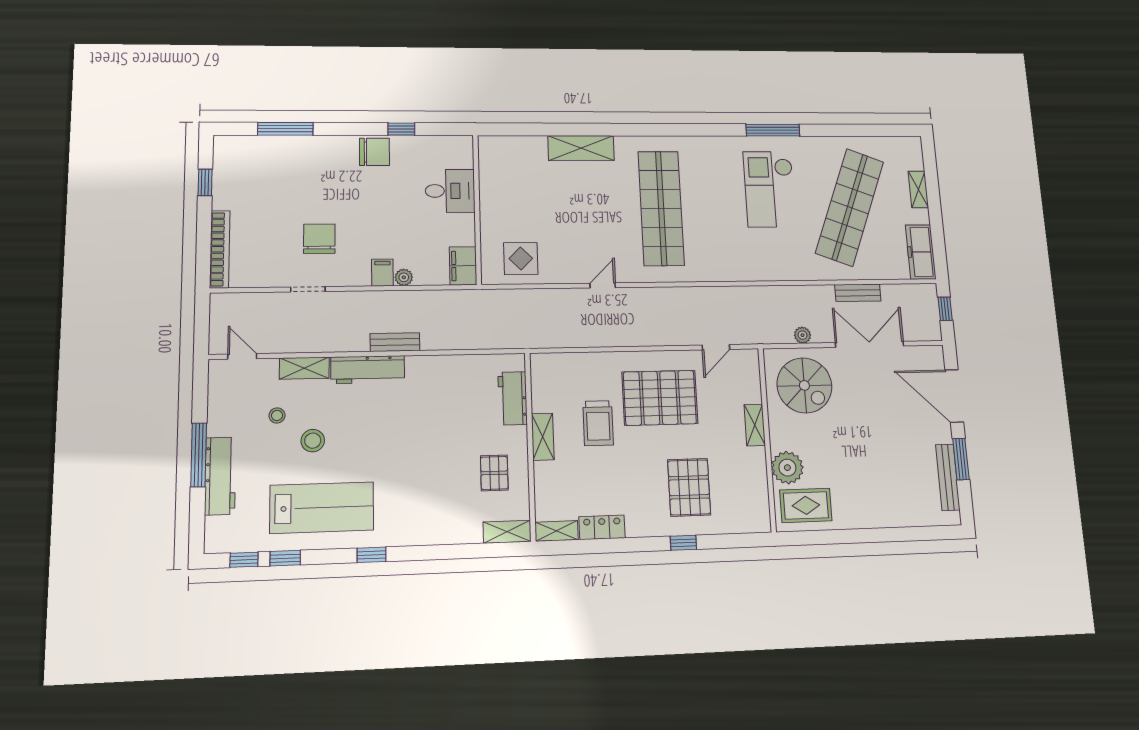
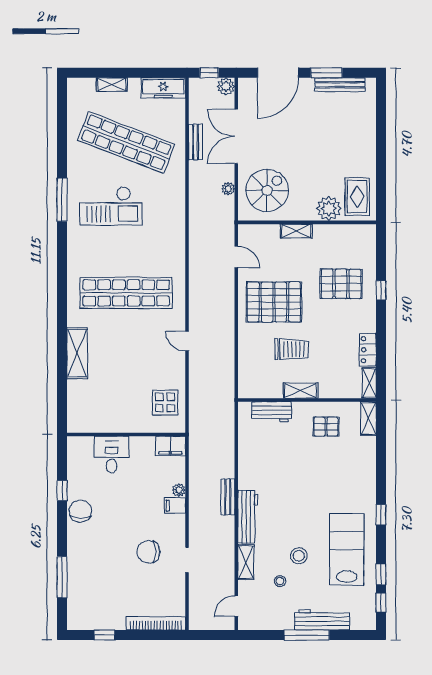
plant: (931, 330) -> (226, 86), added
pallet: (660, 398) -> (274, 302), turned 90

